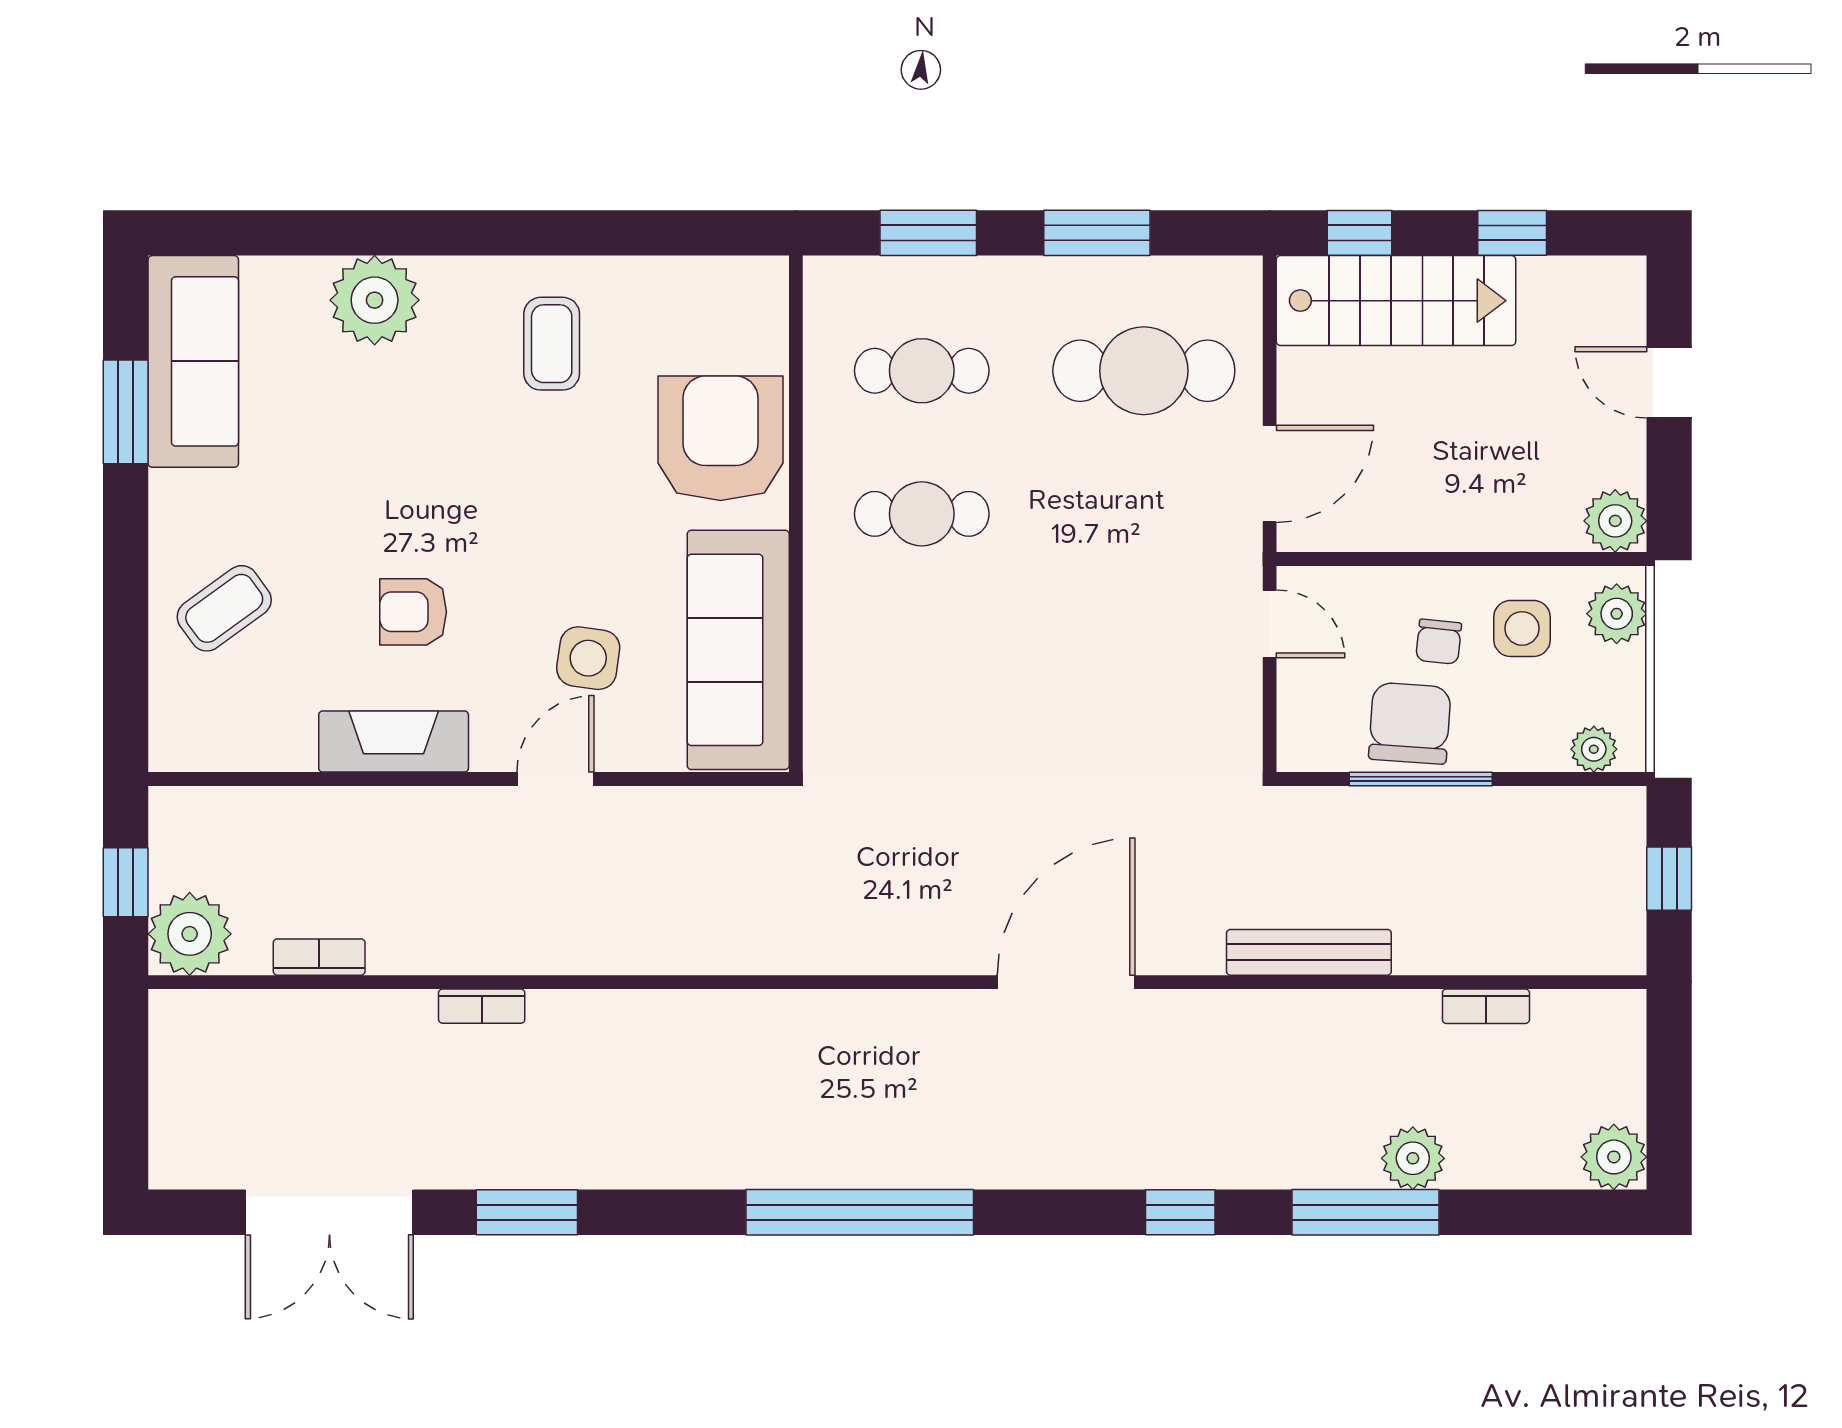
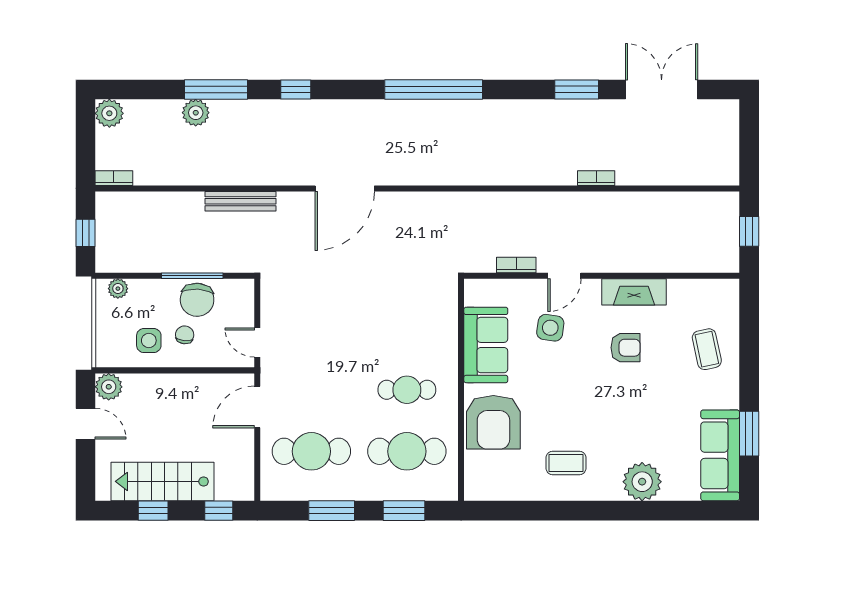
stairs: (1396, 301) -> (162, 481), moved
coffee table: (552, 344) -> (566, 463), turned 90
cafe table: (922, 371) -> (407, 451), width x1.37, depth x1.35
door: (1669, 382) -> (86, 424), moved
coffee table: (224, 608) -> (707, 349), turned -66
plant: (1617, 614) -> (108, 347), removed
sofa: (738, 650) -> (486, 345), width x0.73
plant: (190, 934) -> (722, 209), removed
bookcase: (319, 957) -> (516, 265), moved, turned 180
bookcase: (1486, 1006) -> (114, 178), moved

